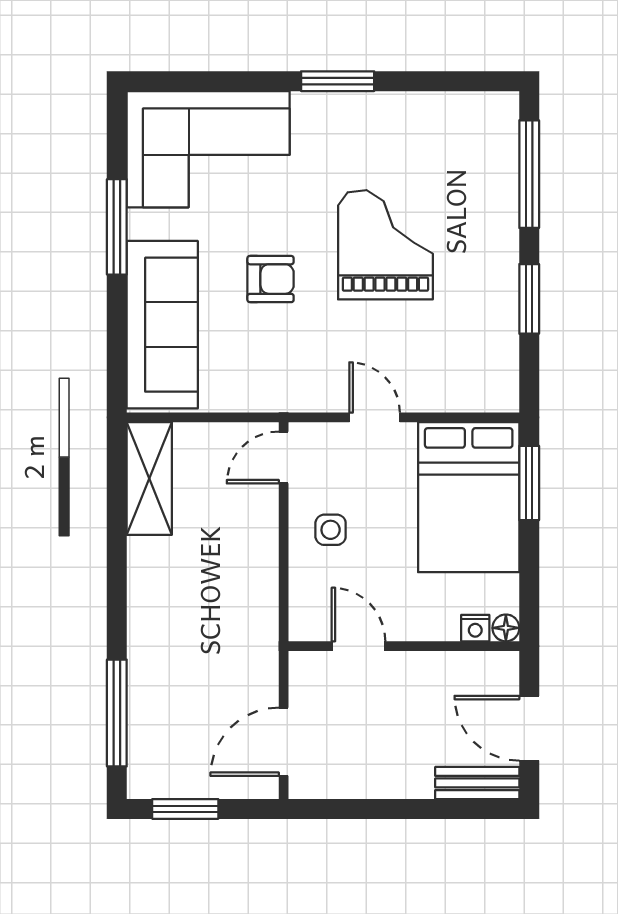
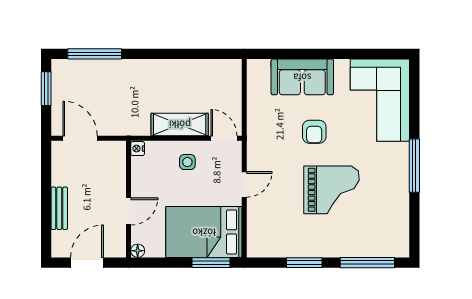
window: (338, 81) -> (414, 166), width x1.44
window: (117, 227) -> (341, 54), removed
sofa: (162, 325) -> (302, 77), width x0.73
shelving: (149, 479) -> (180, 124), moved
nightstand: (475, 628) -> (138, 149), moved
door: (359, 646) -> (129, 211), moved
bench: (477, 783) -> (59, 208), moved

